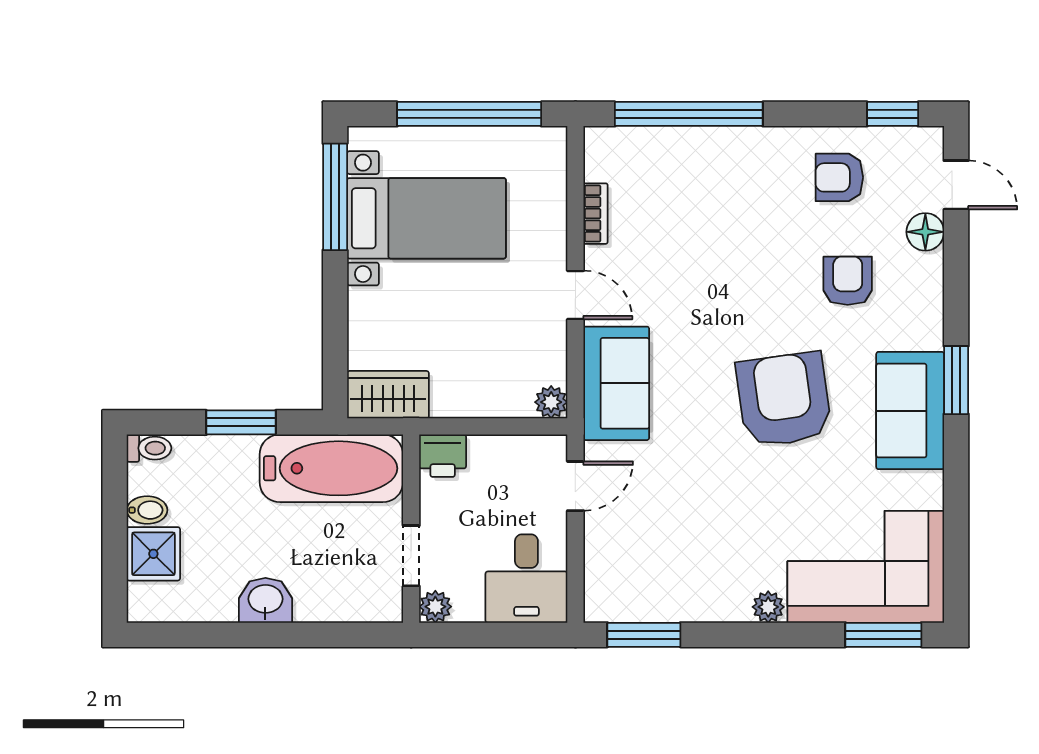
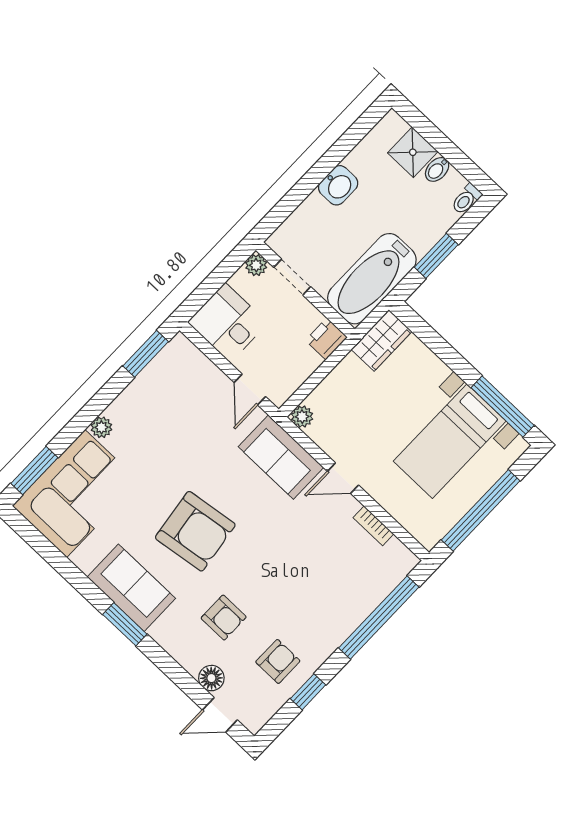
window: (893, 114) -> (308, 692), moved

